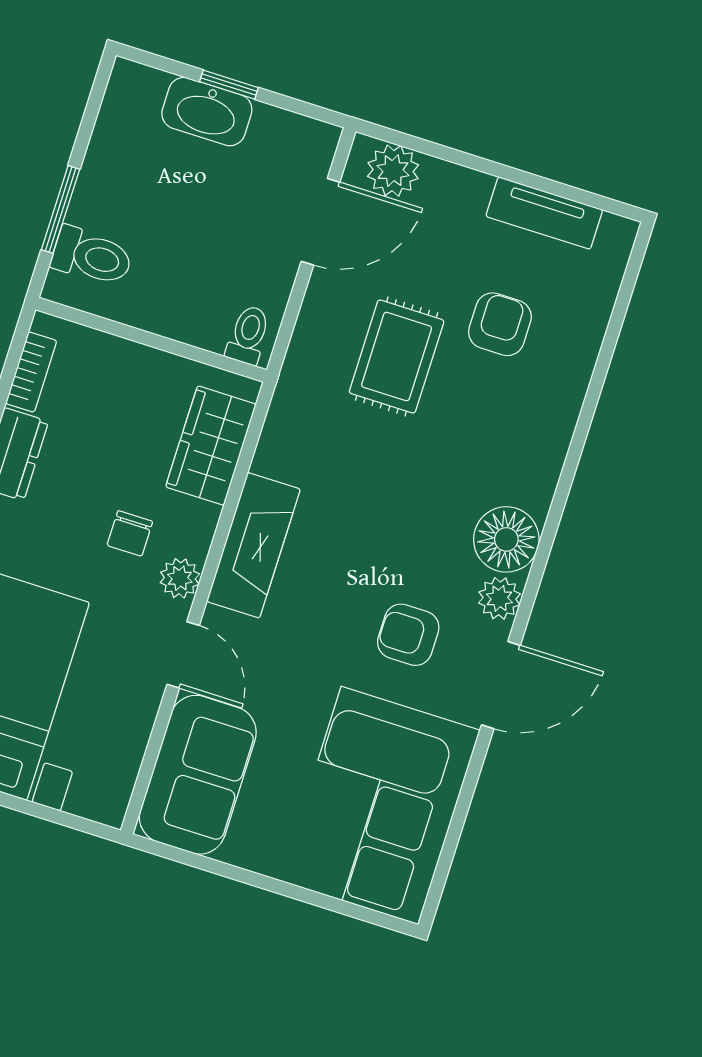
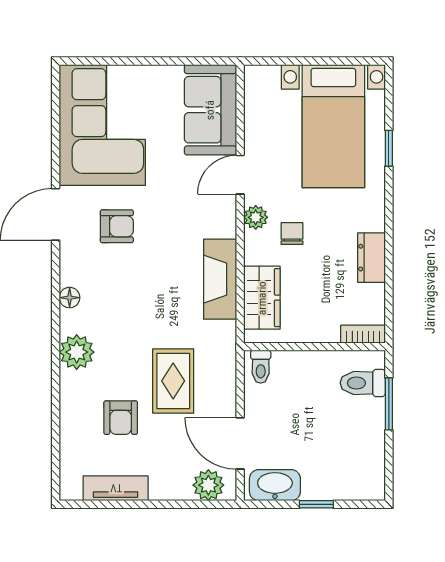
washbasin: (207, 112) -> (275, 485), moved
door: (321, 222) -> (240, 443), hinge flipped
bookcase: (31, 372) -> (363, 334), moved, turned 90
floor lamp: (506, 539) -> (70, 298), width x0.53, depth x0.53
fireplace: (254, 545) -> (220, 279), moved
plant: (499, 598) -> (77, 352), moved, width x1.38, depth x1.38
door: (183, 655) -> (240, 175), hinge flipped

